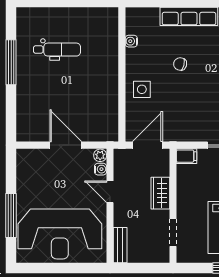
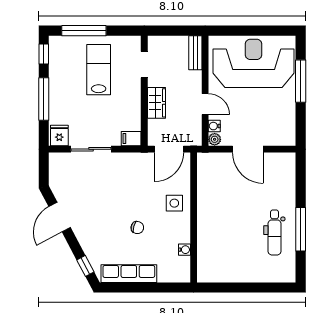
dental chair: (57, 50) -> (275, 232), moved, turned -90

